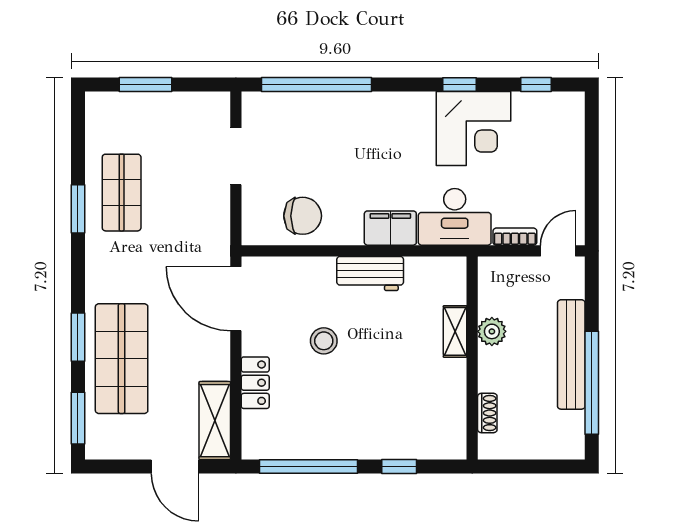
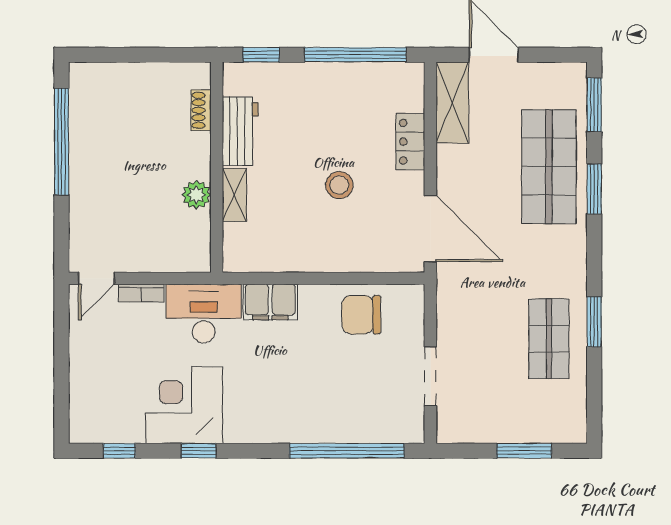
workbench: (370, 273) -> (240, 131), moved, turned 90
shelving: (455, 331) -> (234, 195), moved
plant: (492, 331) -> (196, 195), moved
bench: (571, 354) -> (83, 171), removed
wall: (472, 358) -> (217, 167), moved
shoe rack: (487, 413) -> (201, 110), moved

